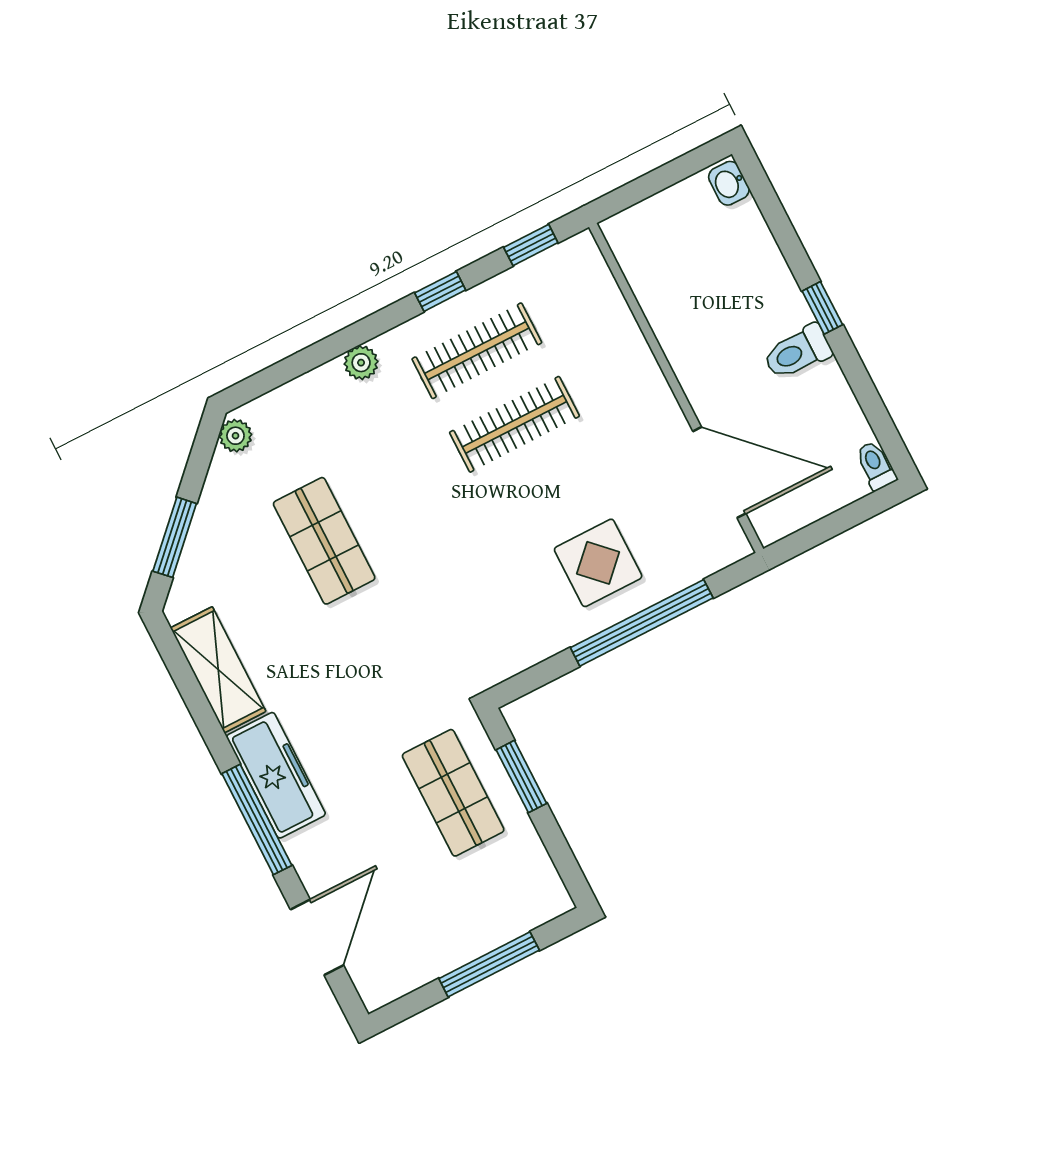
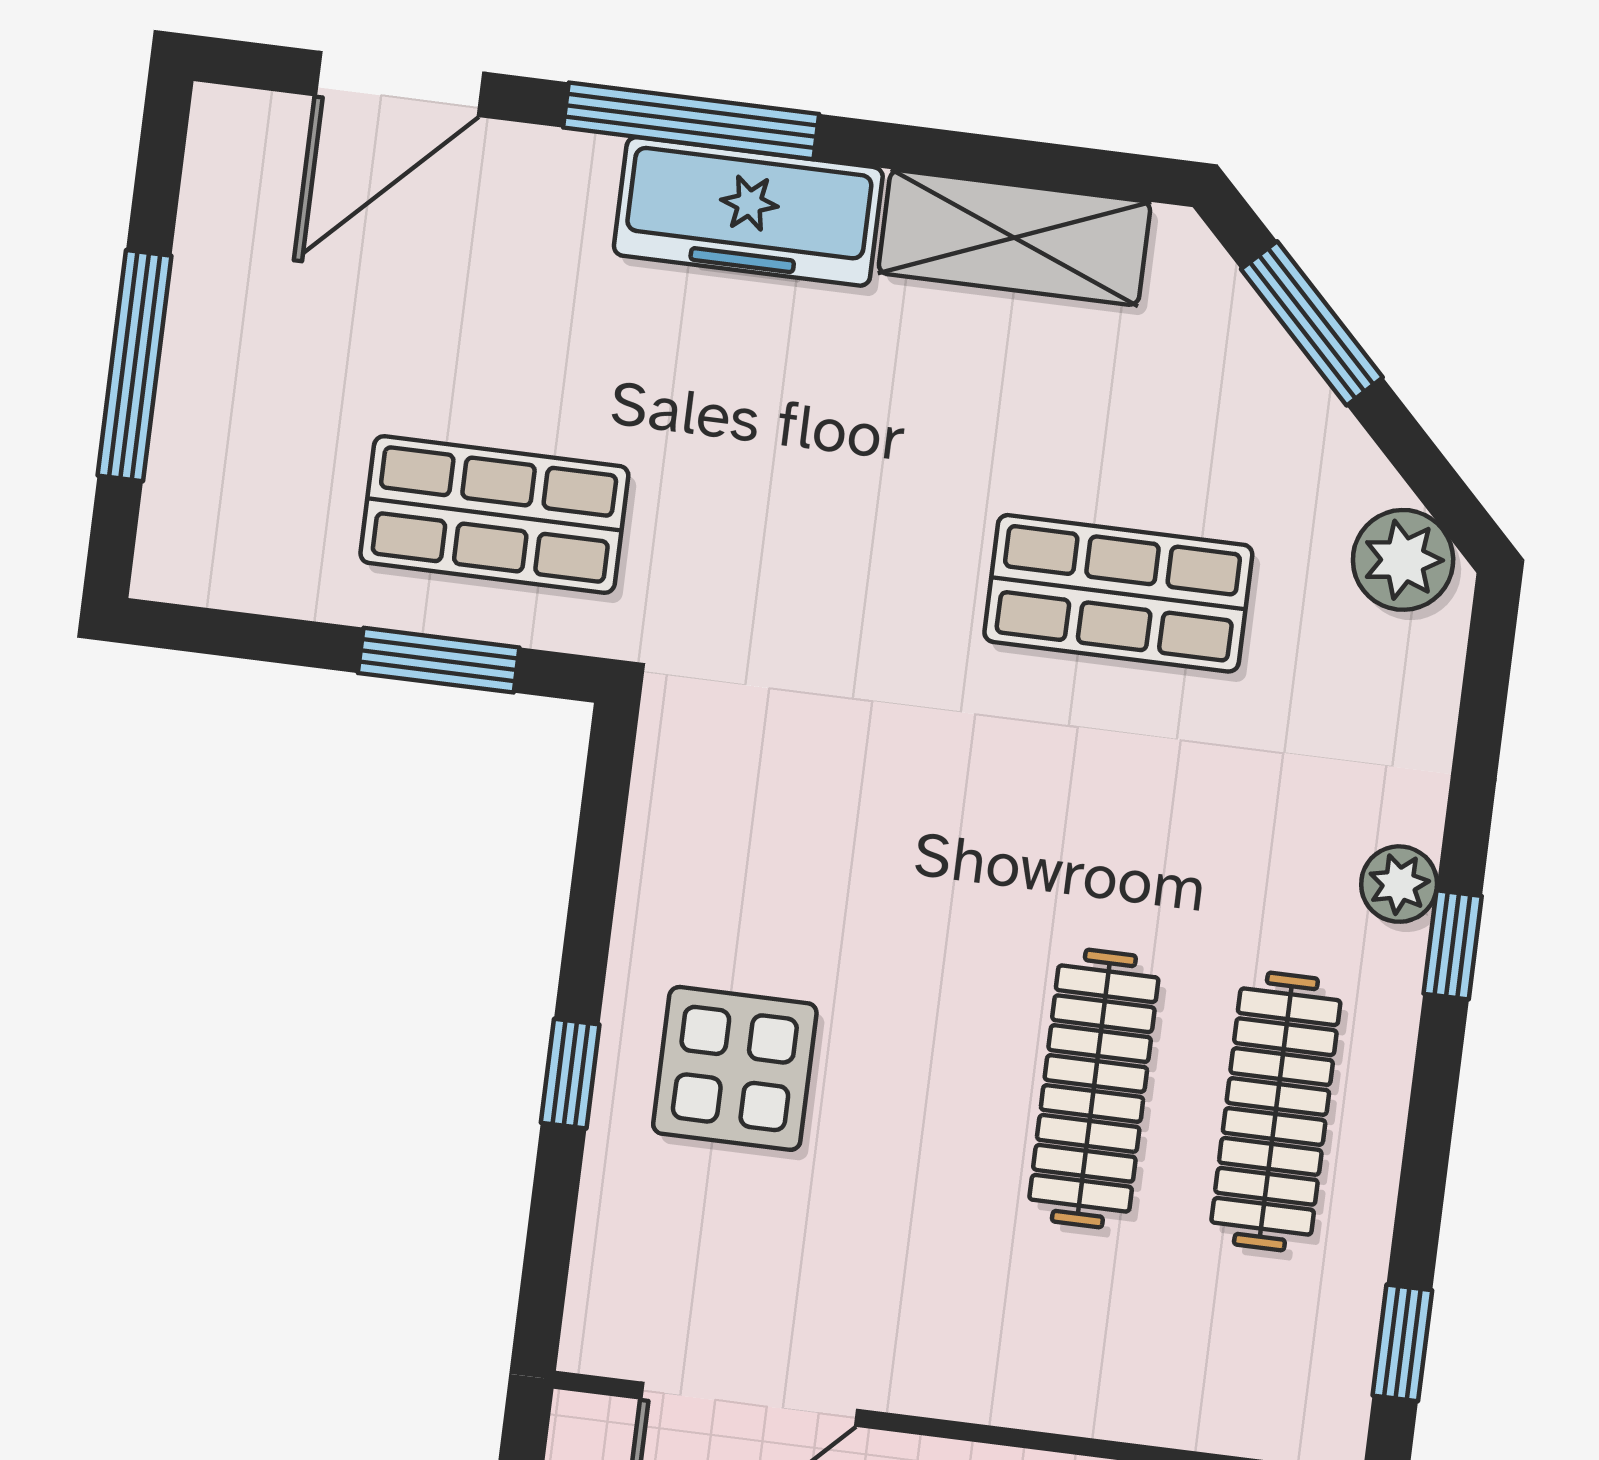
window: (440, 291) -> (1453, 945), moved
plant: (236, 436) -> (1403, 560), width x1.38, depth x1.38
window: (642, 623) -> (570, 1074), width x0.32
door: (317, 937) -> (399, 84), hinge flipped

